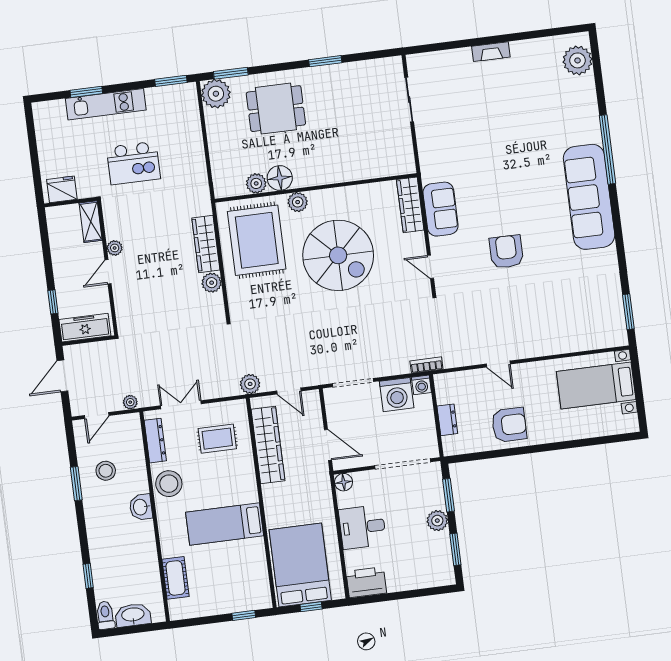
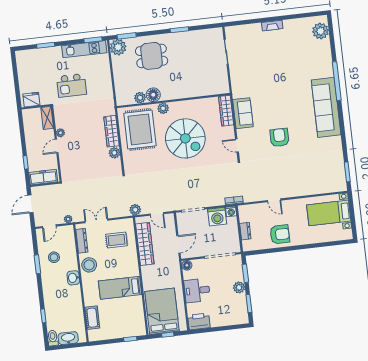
kitchen unit: (106, 104) -> (84, 49), moved
door: (328, 445) -> (178, 244), hinge flipped

